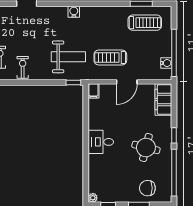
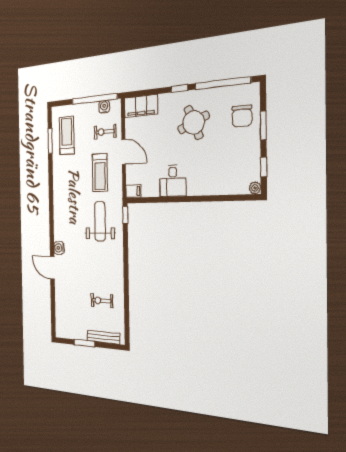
water cooler: (74, 12) -> (59, 248), moved
exercise bike: (23, 67) -> (105, 132), moved
desk: (101, 142) -> (173, 181), moved
round table: (146, 147) -> (194, 122), turned -37

